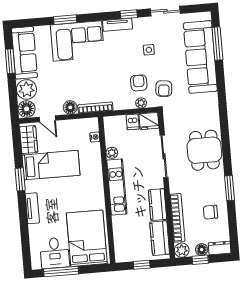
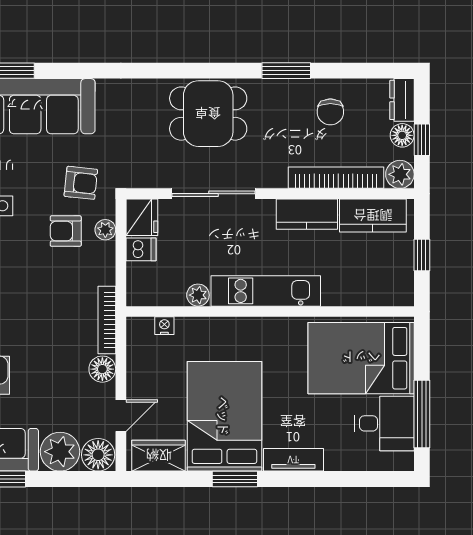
bed: (51, 165) -> (224, 416), width x1.50

